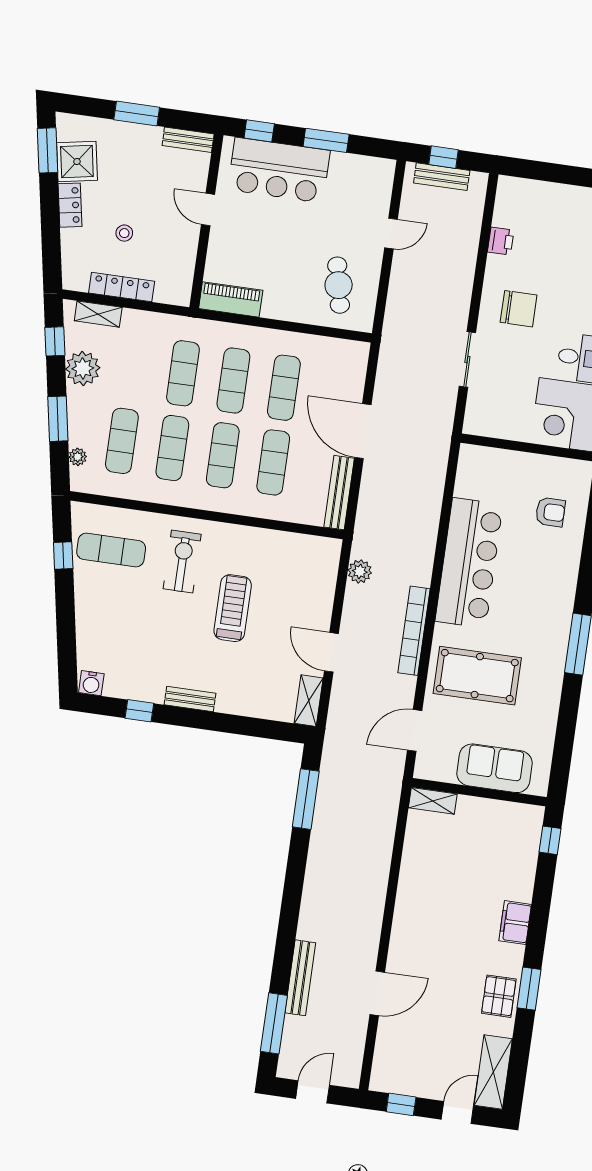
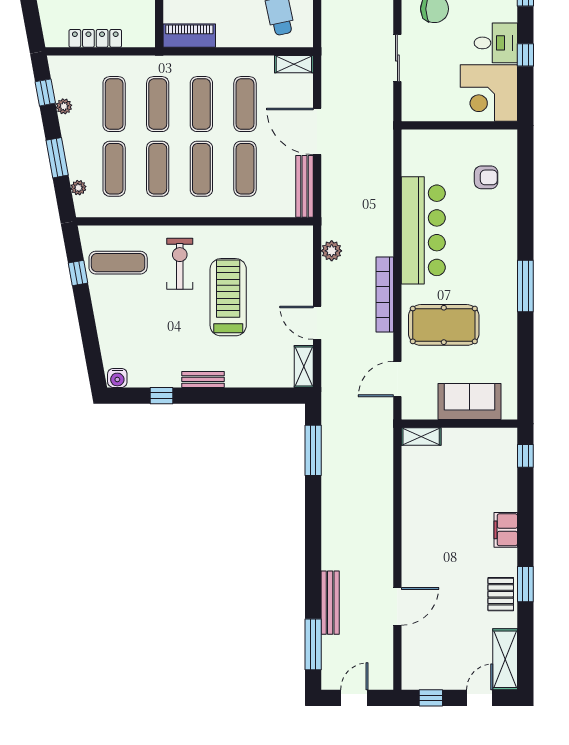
shelving: (98, 314) -> (294, 64), moved
exercise mat: (133, 366) -> (114, 104), added
plant: (83, 368) -> (64, 106), width x0.53, depth x0.53
treadmill: (233, 608) -> (228, 297), width x1.37, depth x1.38

